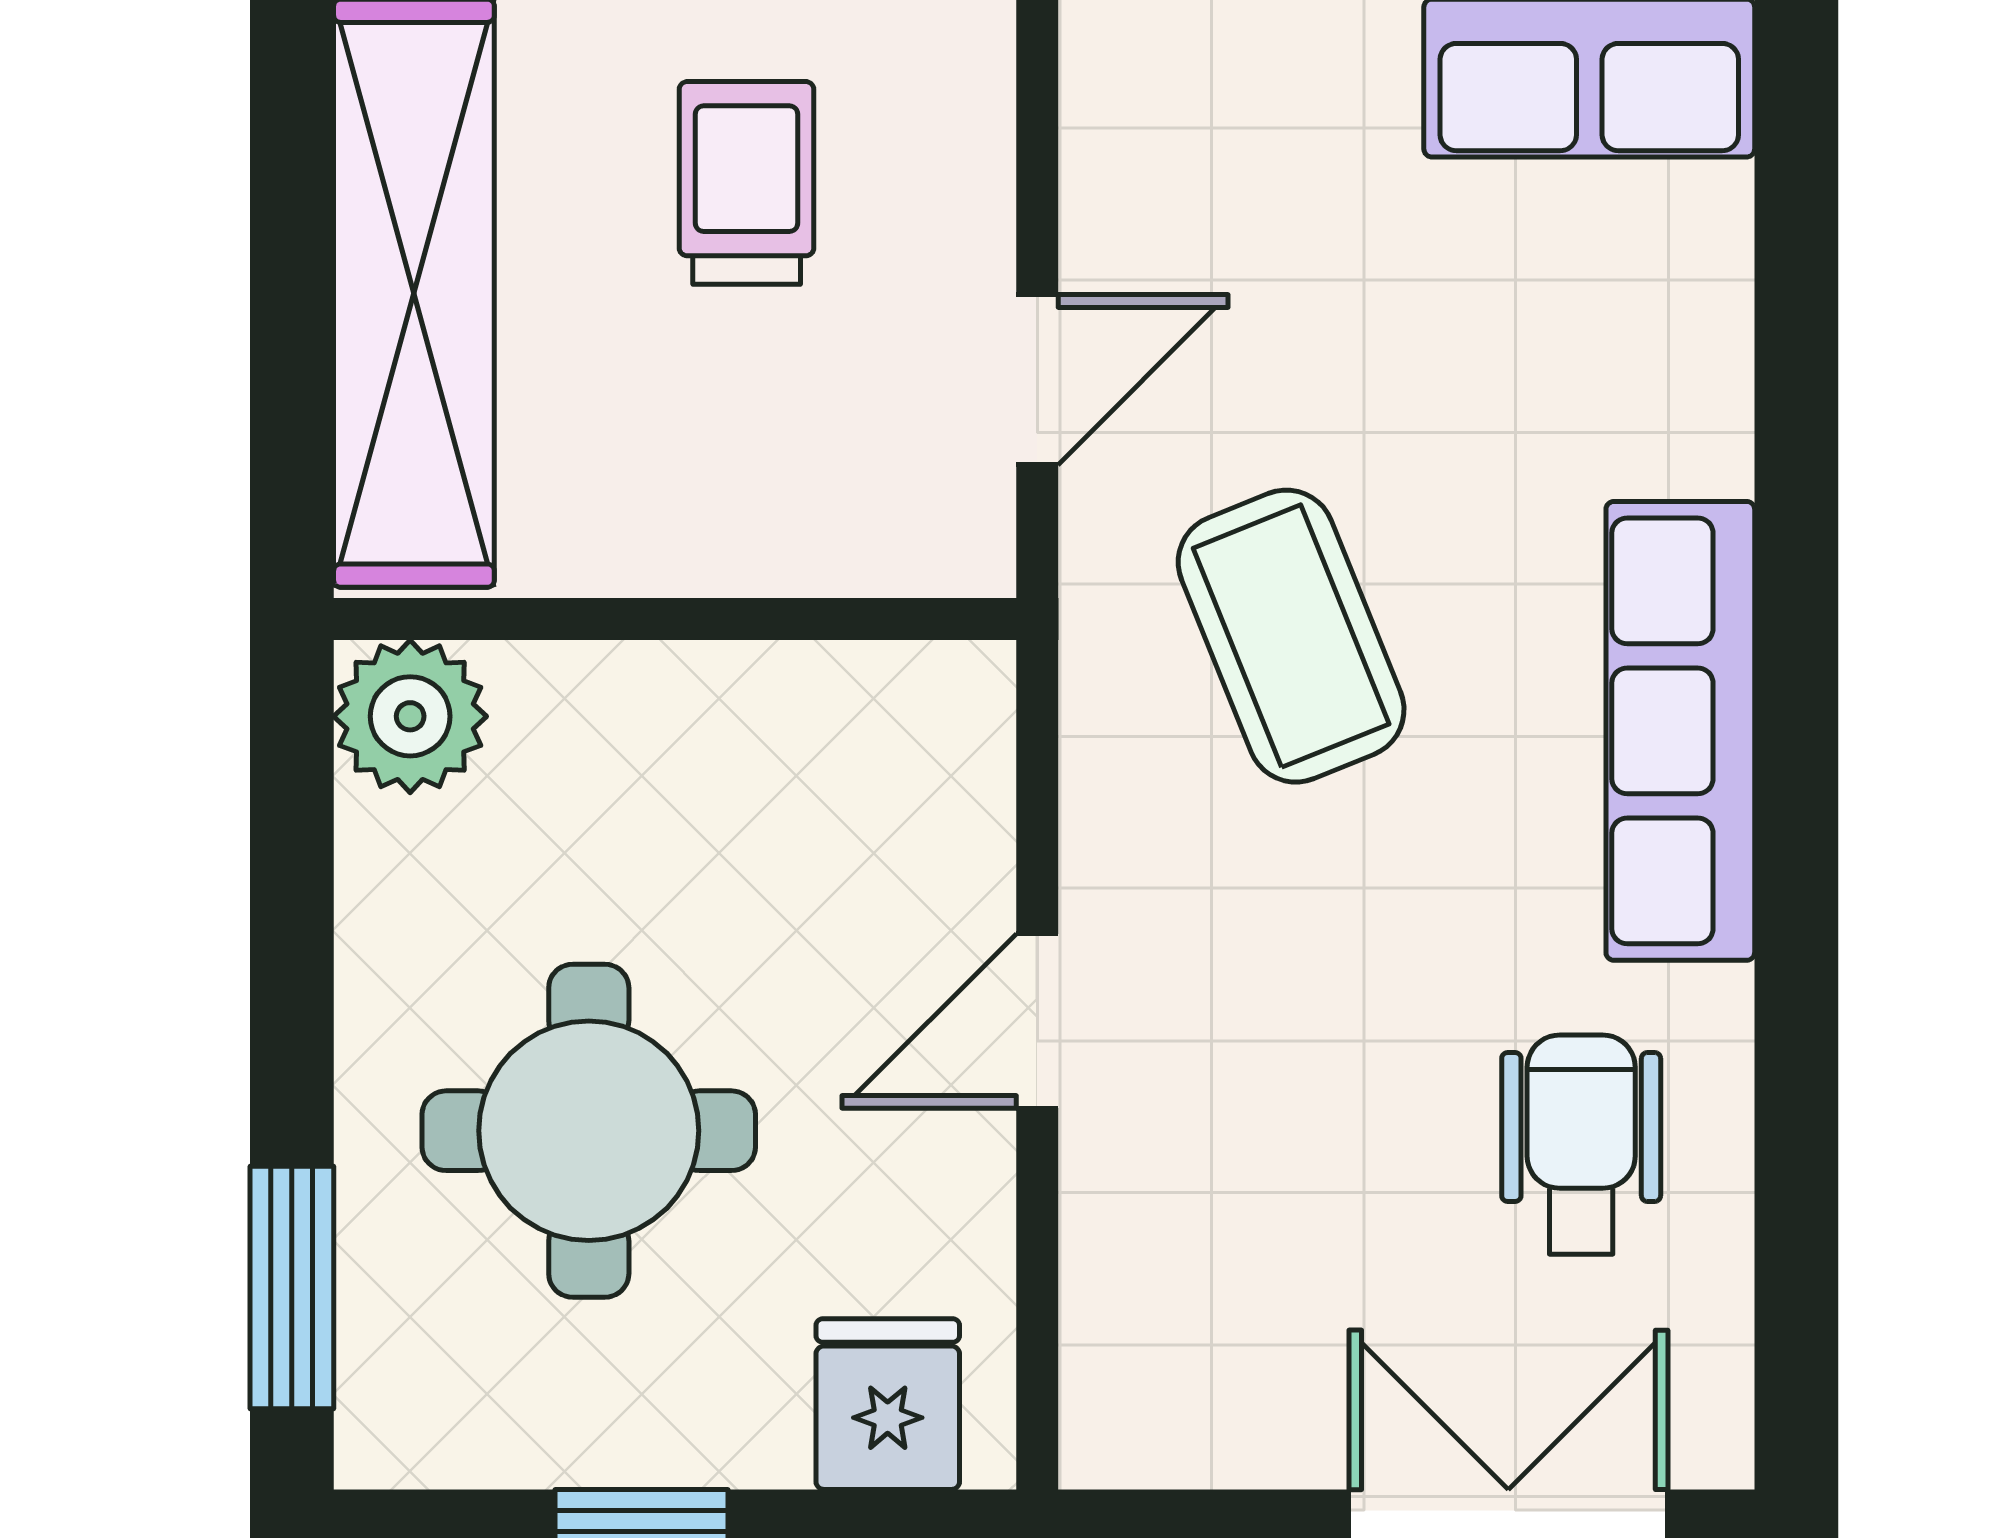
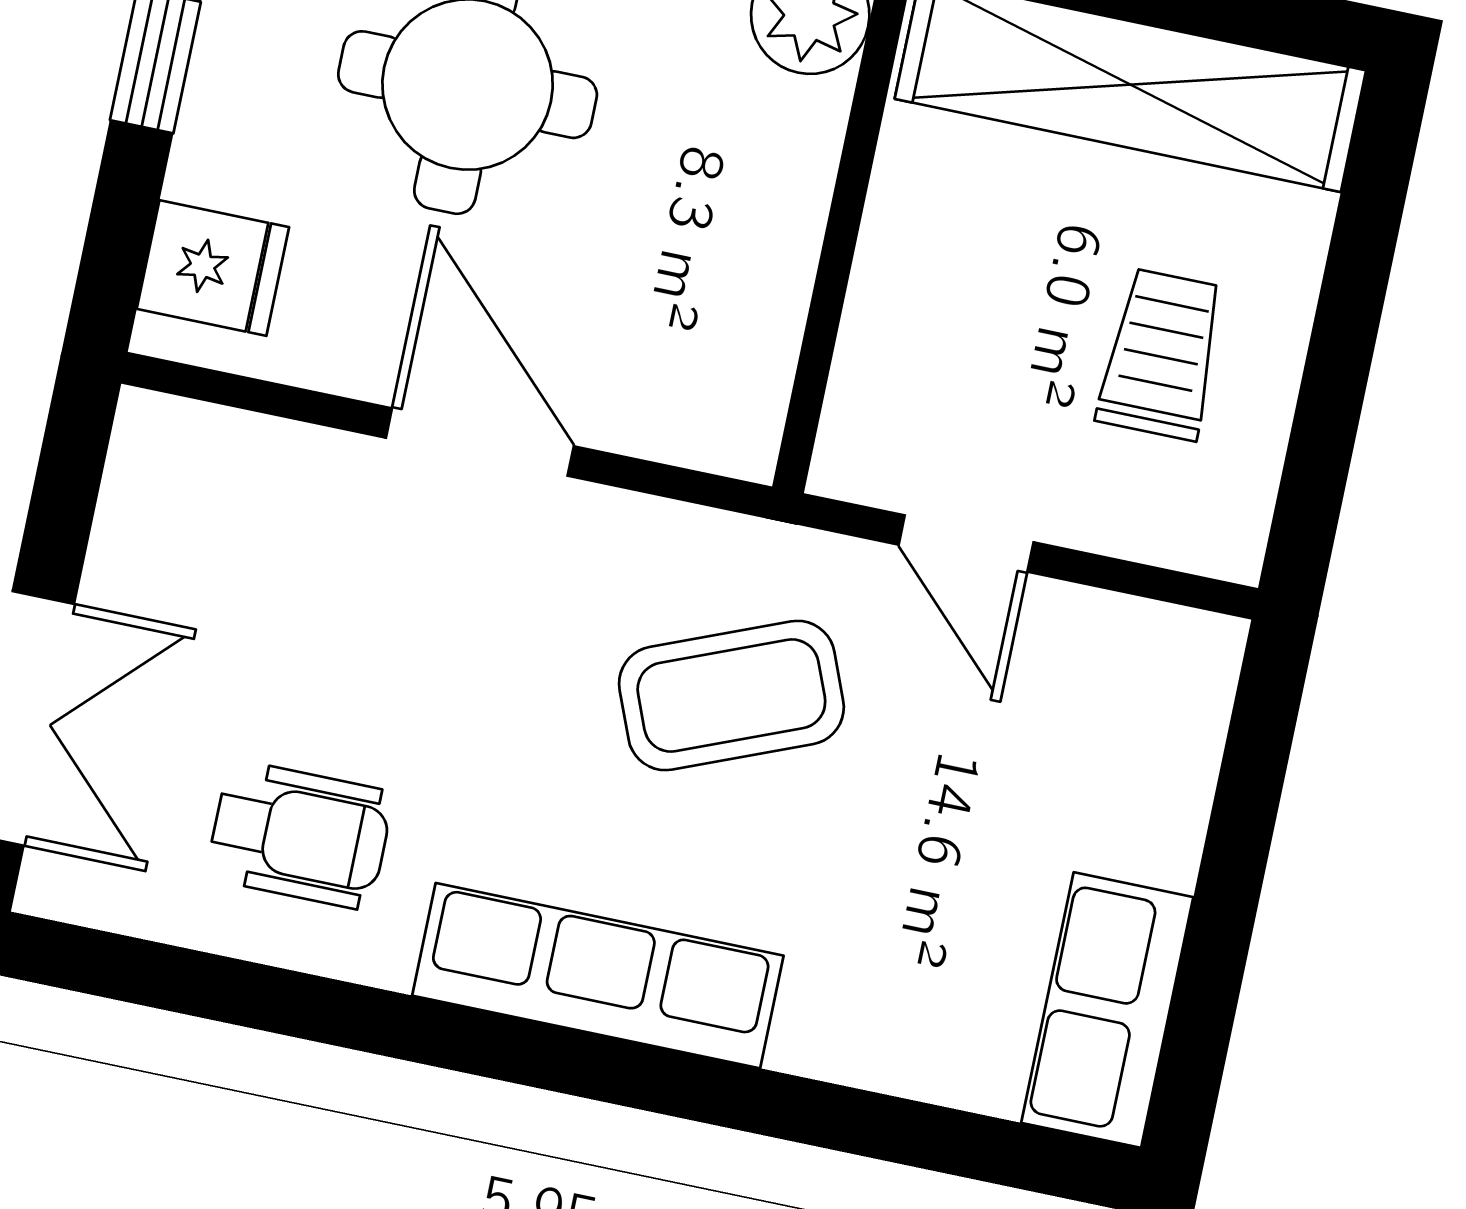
trolley: (747, 183) -> (1161, 354), turned -90
door: (1037, 1021) -> (480, 442), width x1.38

